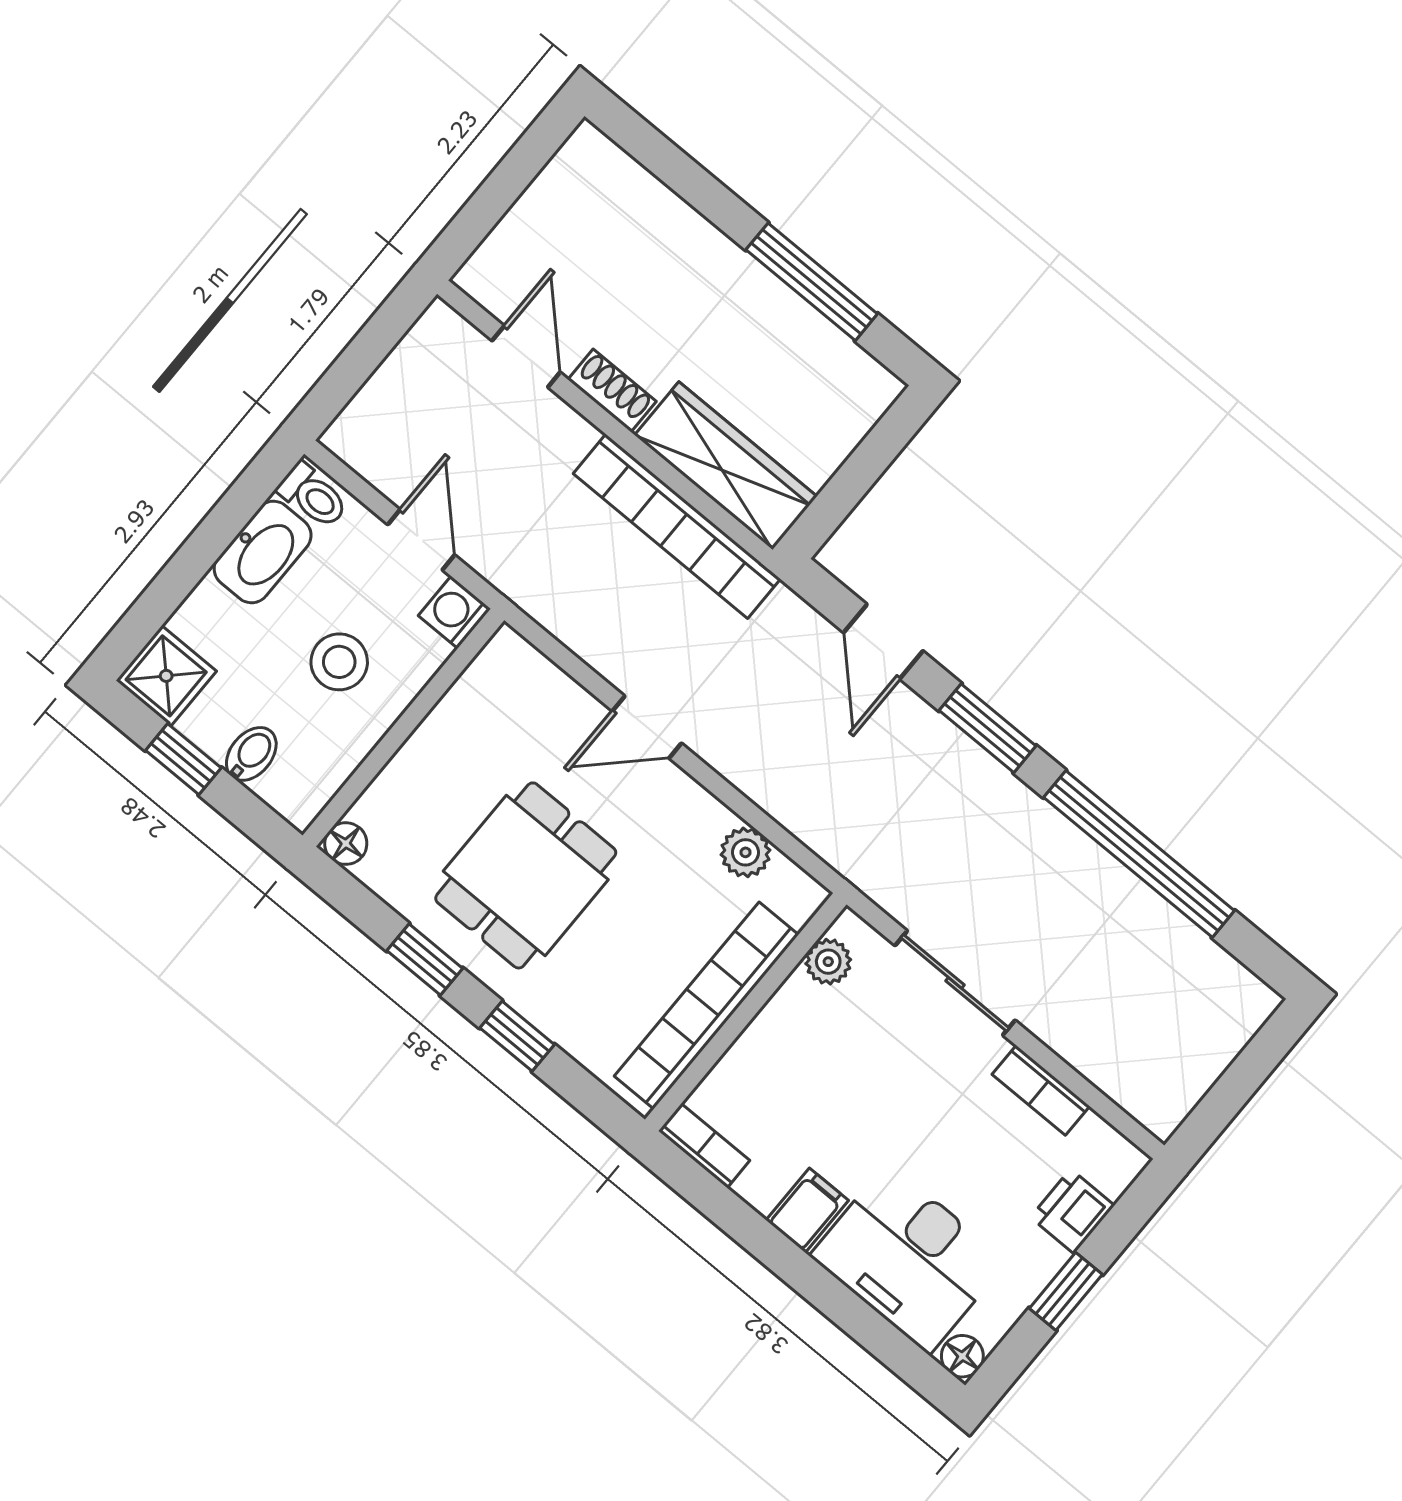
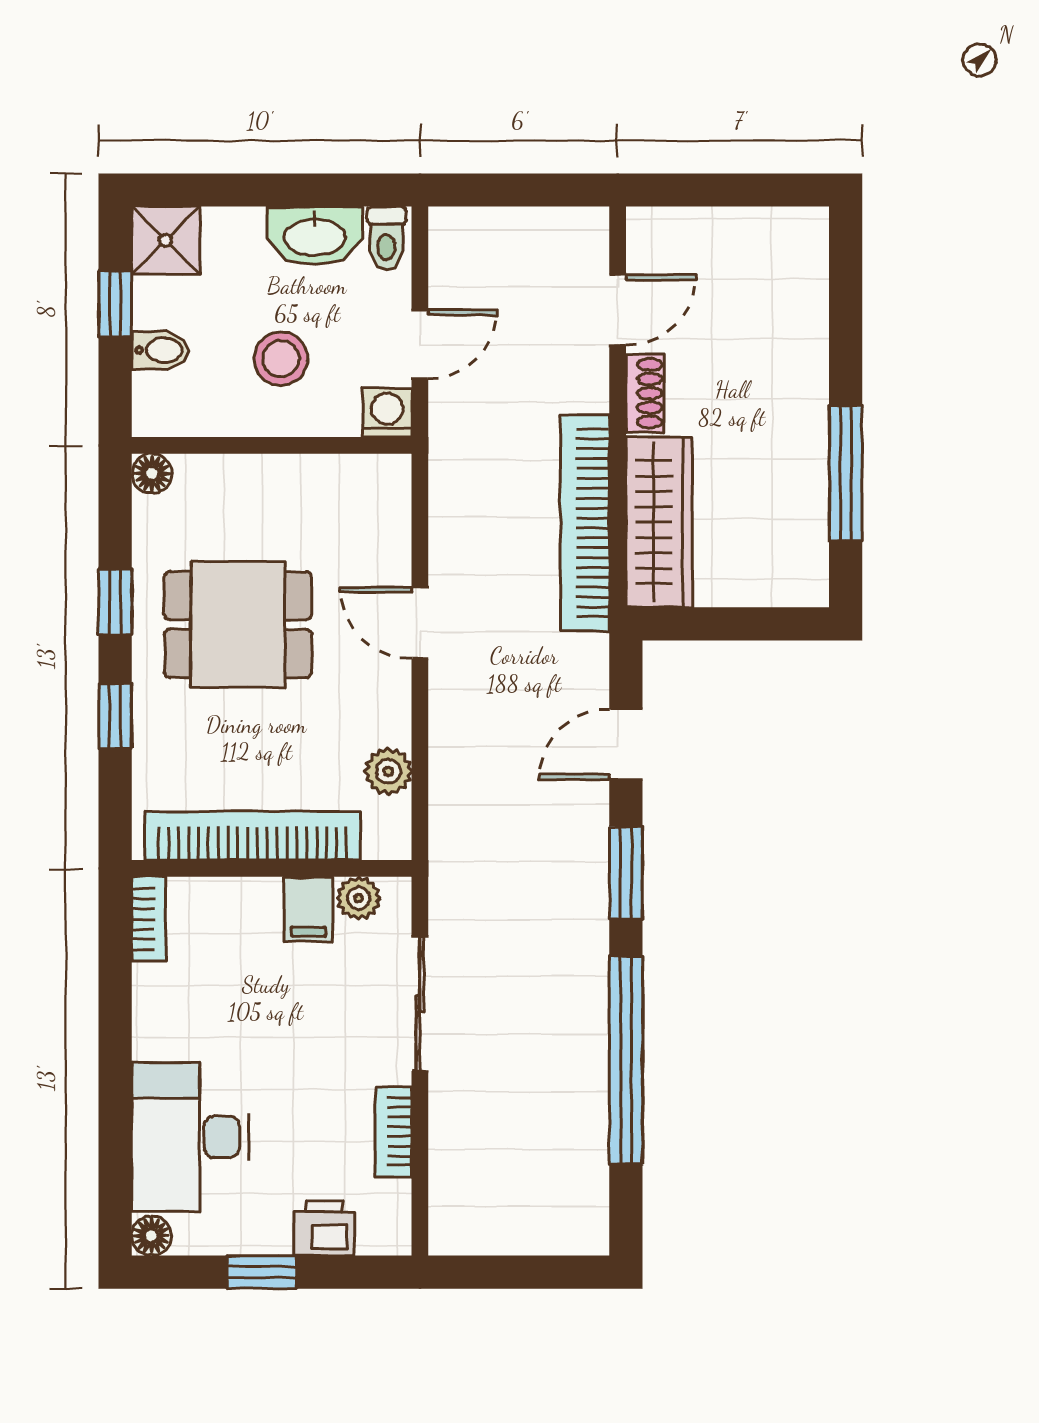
filing cabinet: (807, 1210) -> (308, 909), moved, turned 90

